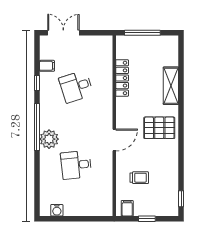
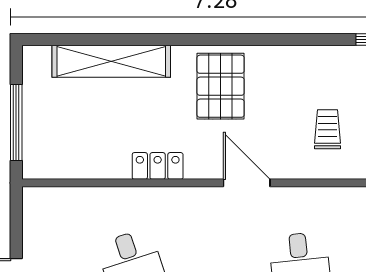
locker: (122, 78) -> (158, 166), moved, width x0.66
shelving: (171, 86) -> (111, 61), width x1.47

